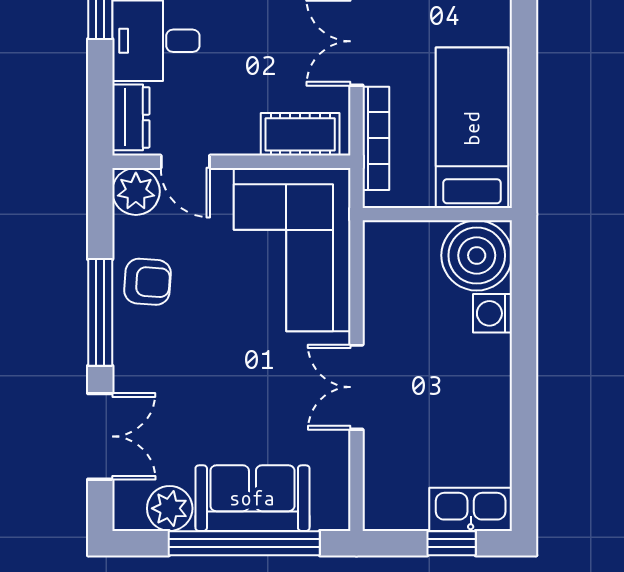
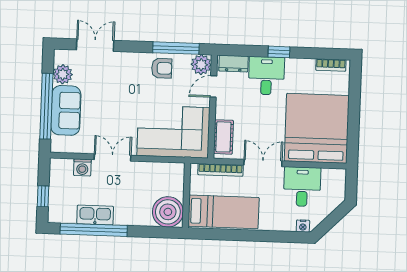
armchair: (148, 282) -> (162, 68), turned -94
window: (100, 312) -> (176, 48), moved
washing machine: (493, 313) -> (82, 167), moved, turned 180
window: (524, 424) -> (94, 230), added
double door: (100, 436) -> (95, 45), swing flipped
kitchen sink: (471, 509) -> (95, 215), moved, turned -90

